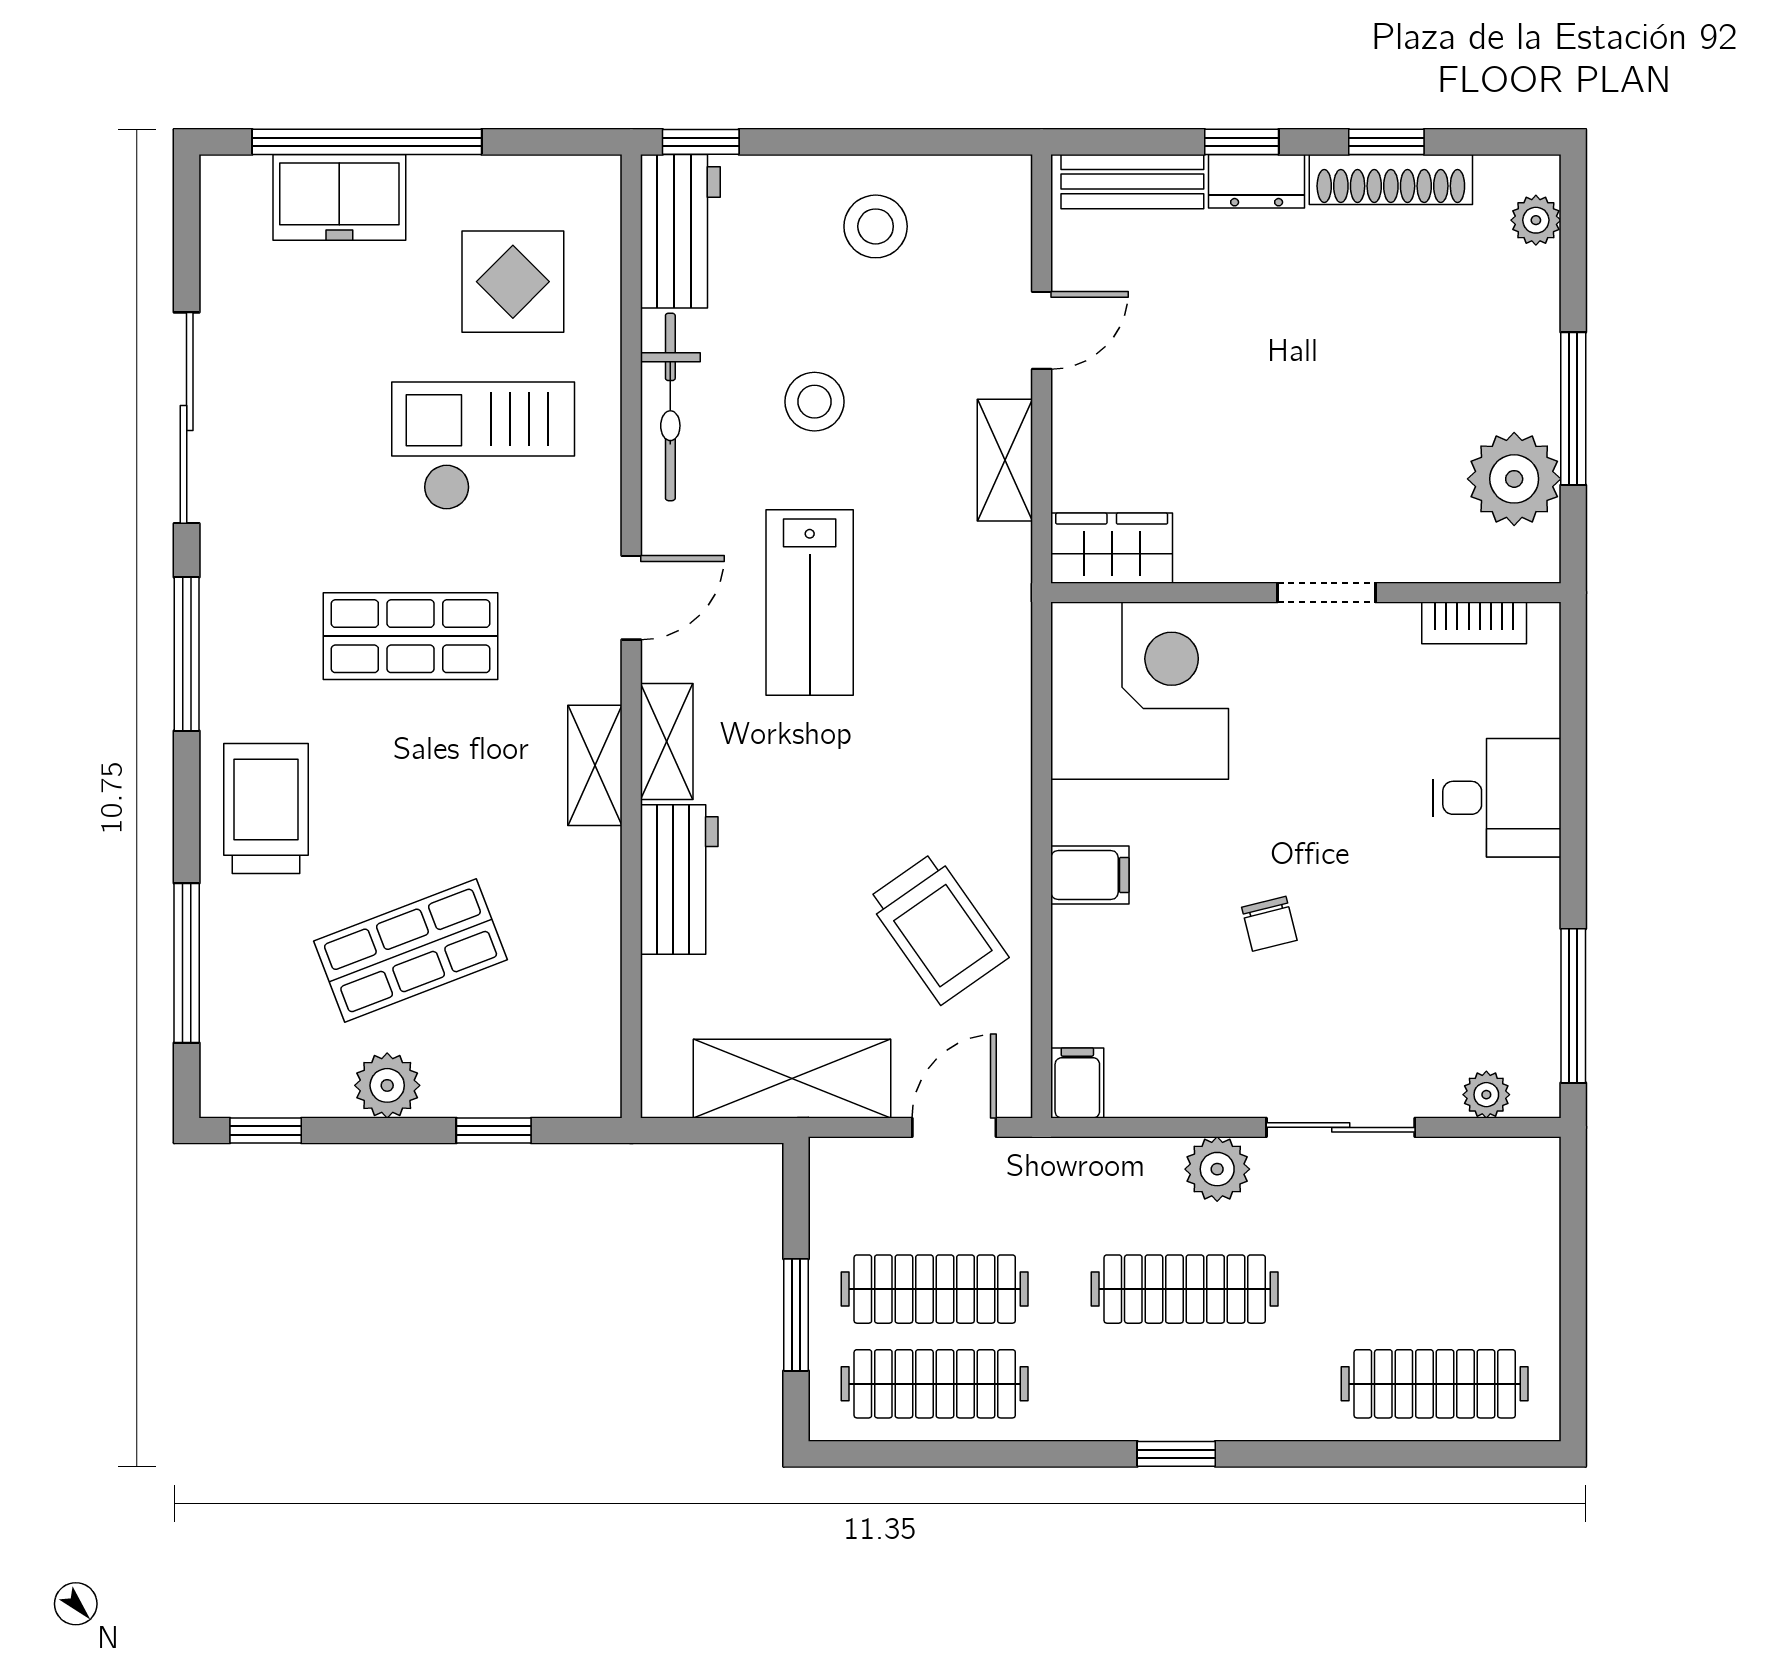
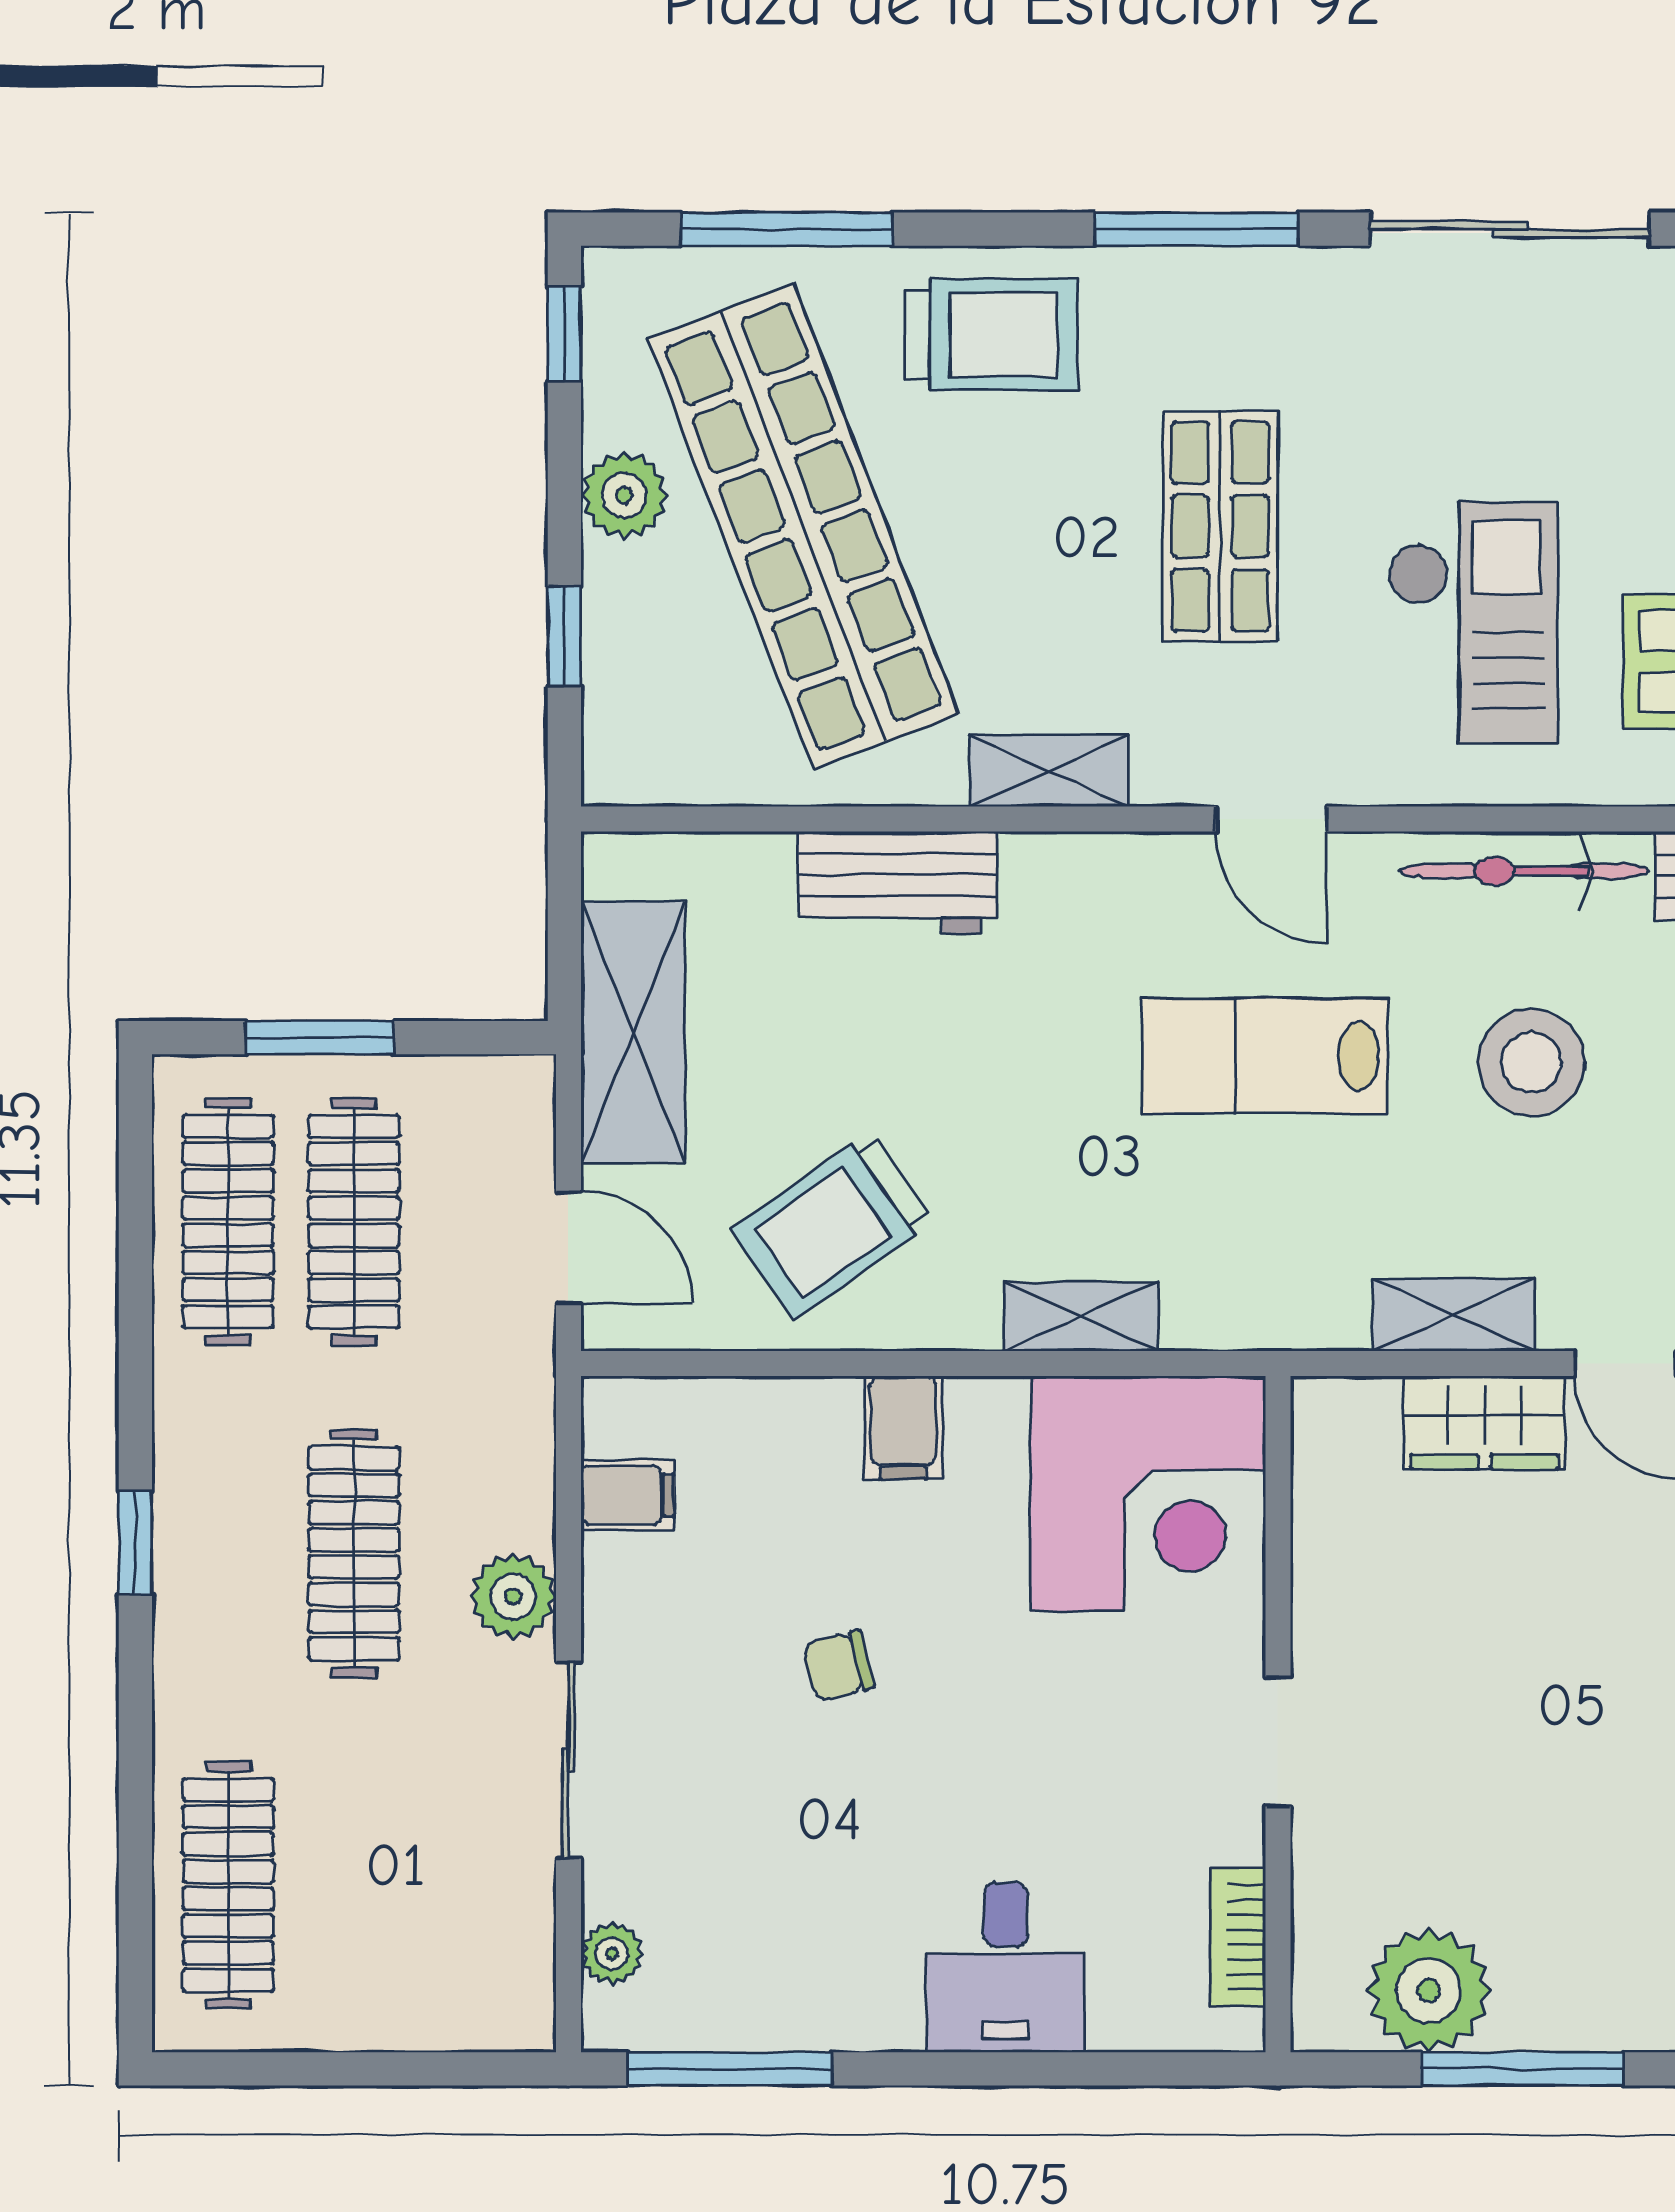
stool: (814, 402) -> (1531, 1062), width x1.38, depth x1.38
wardrobe: (1112, 548) -> (1484, 1423), moved, turned 90
shelving: (667, 742) -> (1081, 1317), moved
shop shelf: (411, 950) -> (803, 526), width x2.00, depth x1.36
filing cabinet: (1077, 1083) -> (627, 1495), moved

